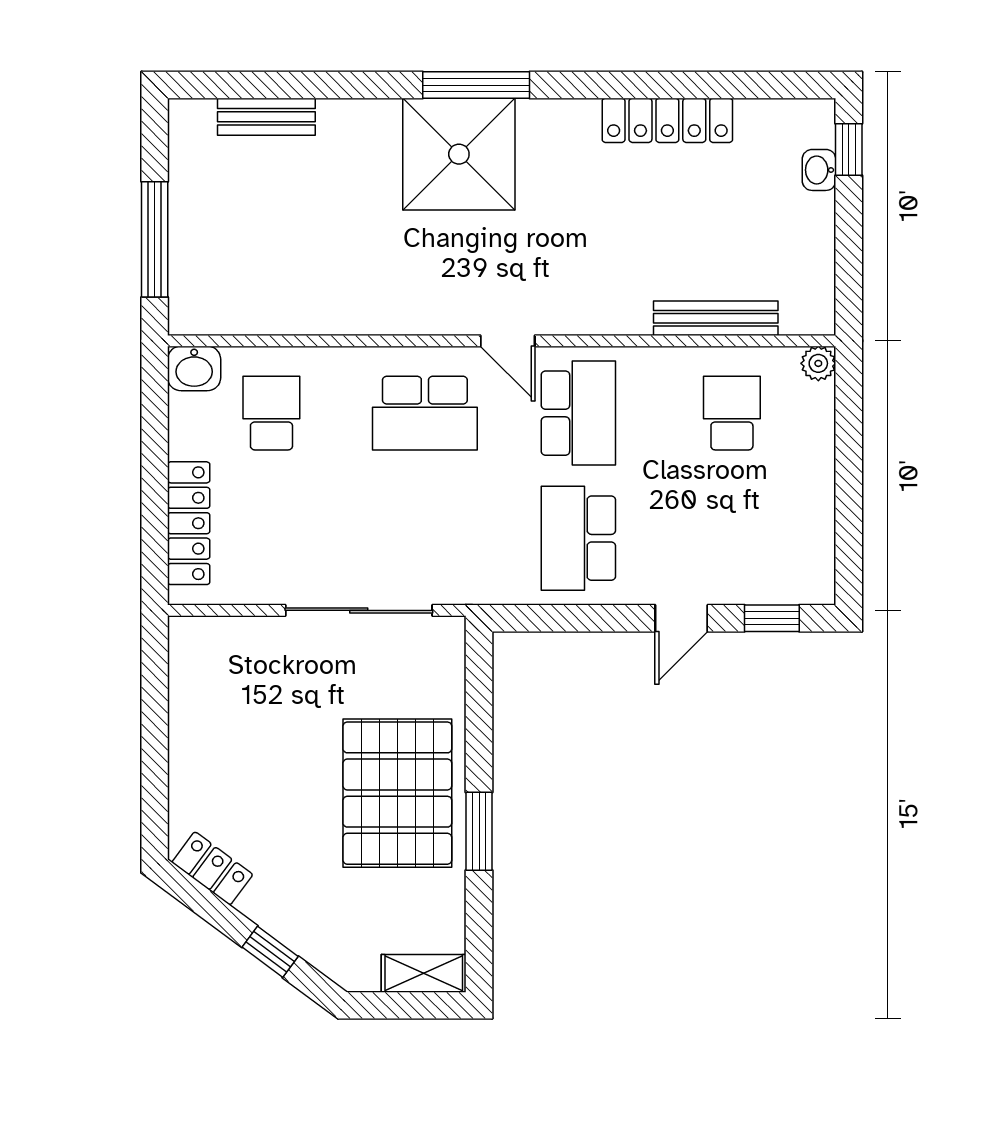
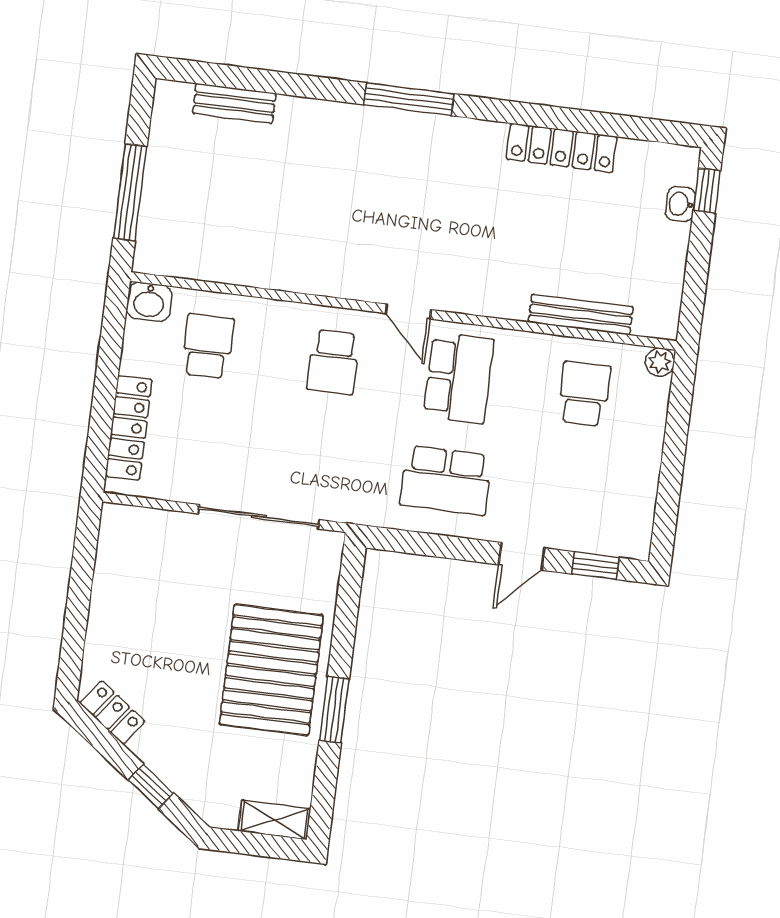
shower: (459, 154) -> (388, 154), removed
school desk: (425, 413) -> (333, 362), width x0.54
school desk: (578, 538) -> (446, 480), turned -90

